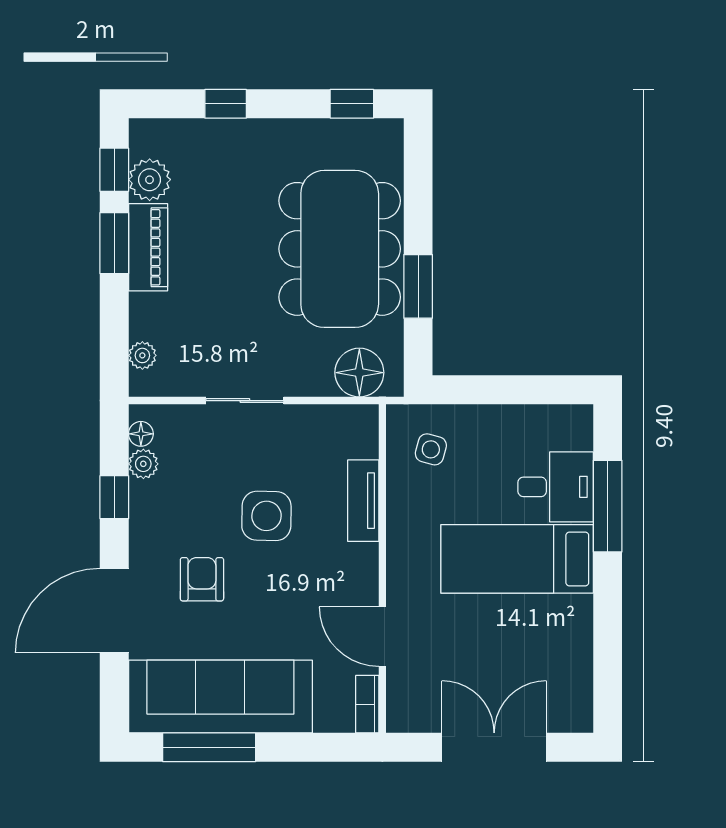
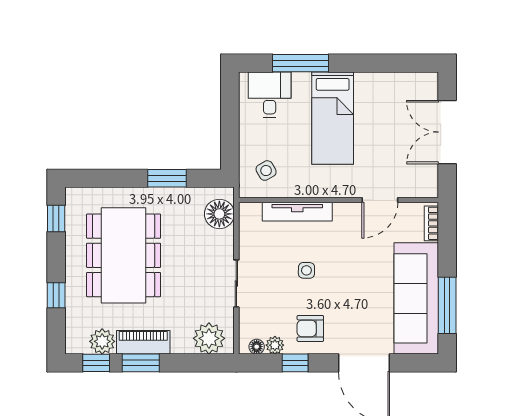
dining table: (340, 249) -> (124, 255), moved, turned 90
plant: (142, 355) -> (209, 338), width x1.88, depth x1.88
side table: (431, 449) -> (266, 171), turned 45
desk: (556, 487) -> (270, 95), moved
tv unit: (363, 501) -> (297, 212), width x1.41
side table: (266, 516) -> (306, 270), width x0.54, depth x0.54
armchair: (202, 579) -> (310, 328), moved
bookcase: (367, 704) -> (431, 223), moved, turned 90

